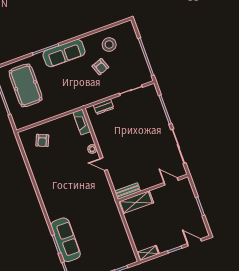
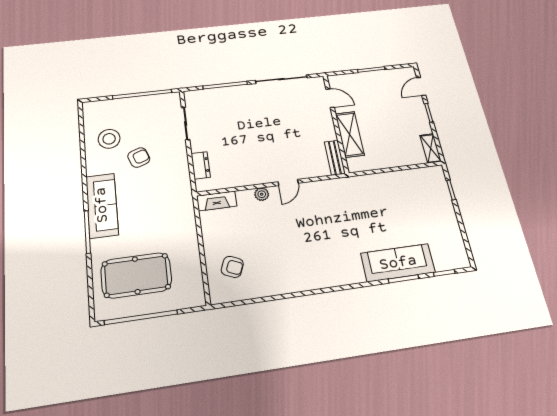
door: (171, 181) -> (330, 98), swing flipped
shelving: (136, 202) -> (350, 134), moved

